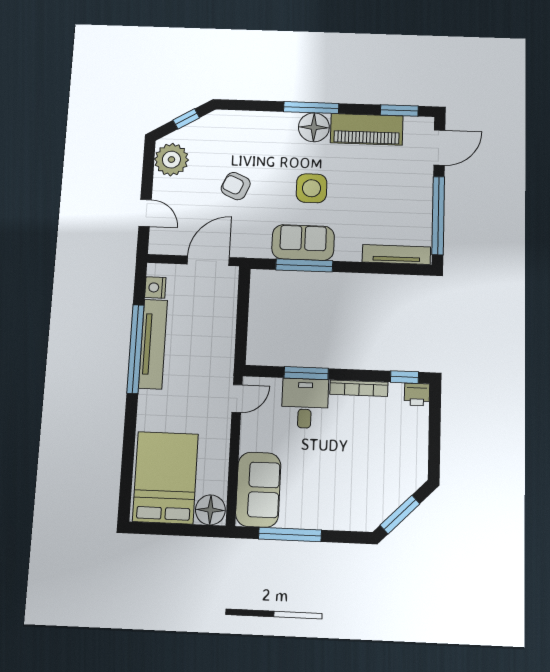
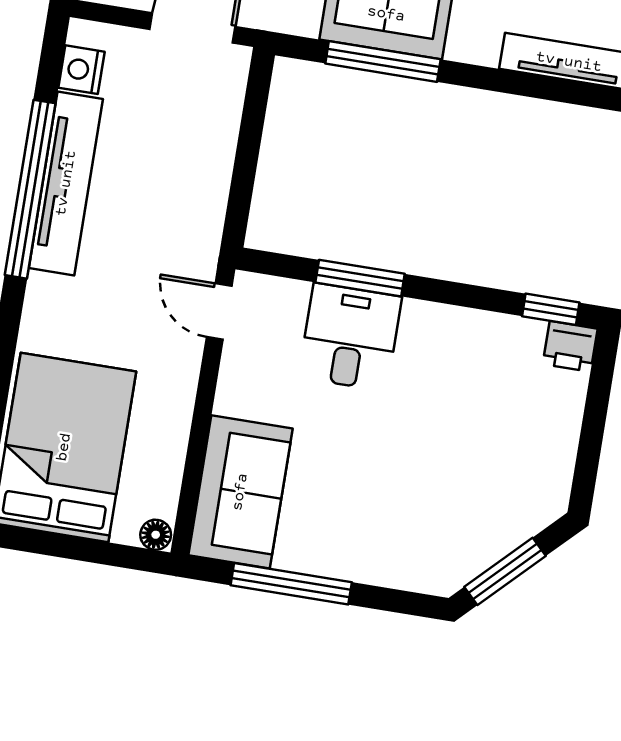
bookcase: (359, 388) -> (459, 320), removed
door: (237, 398) -> (219, 311), swing flipped
floor lamp: (210, 510) -> (156, 535), width x0.53, depth x0.53

